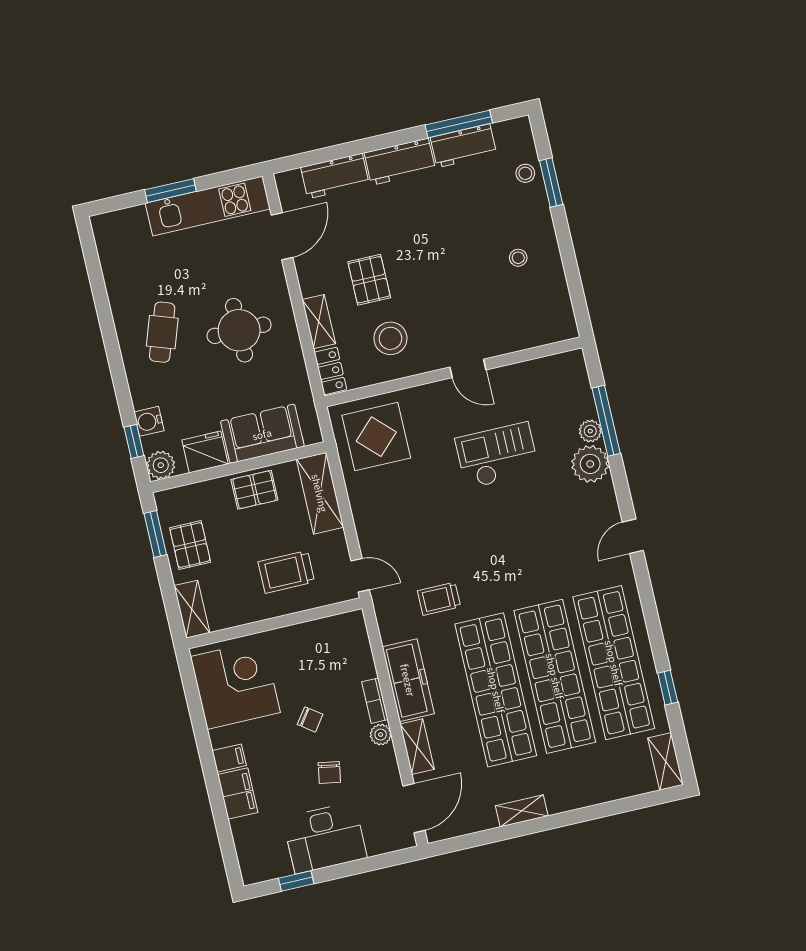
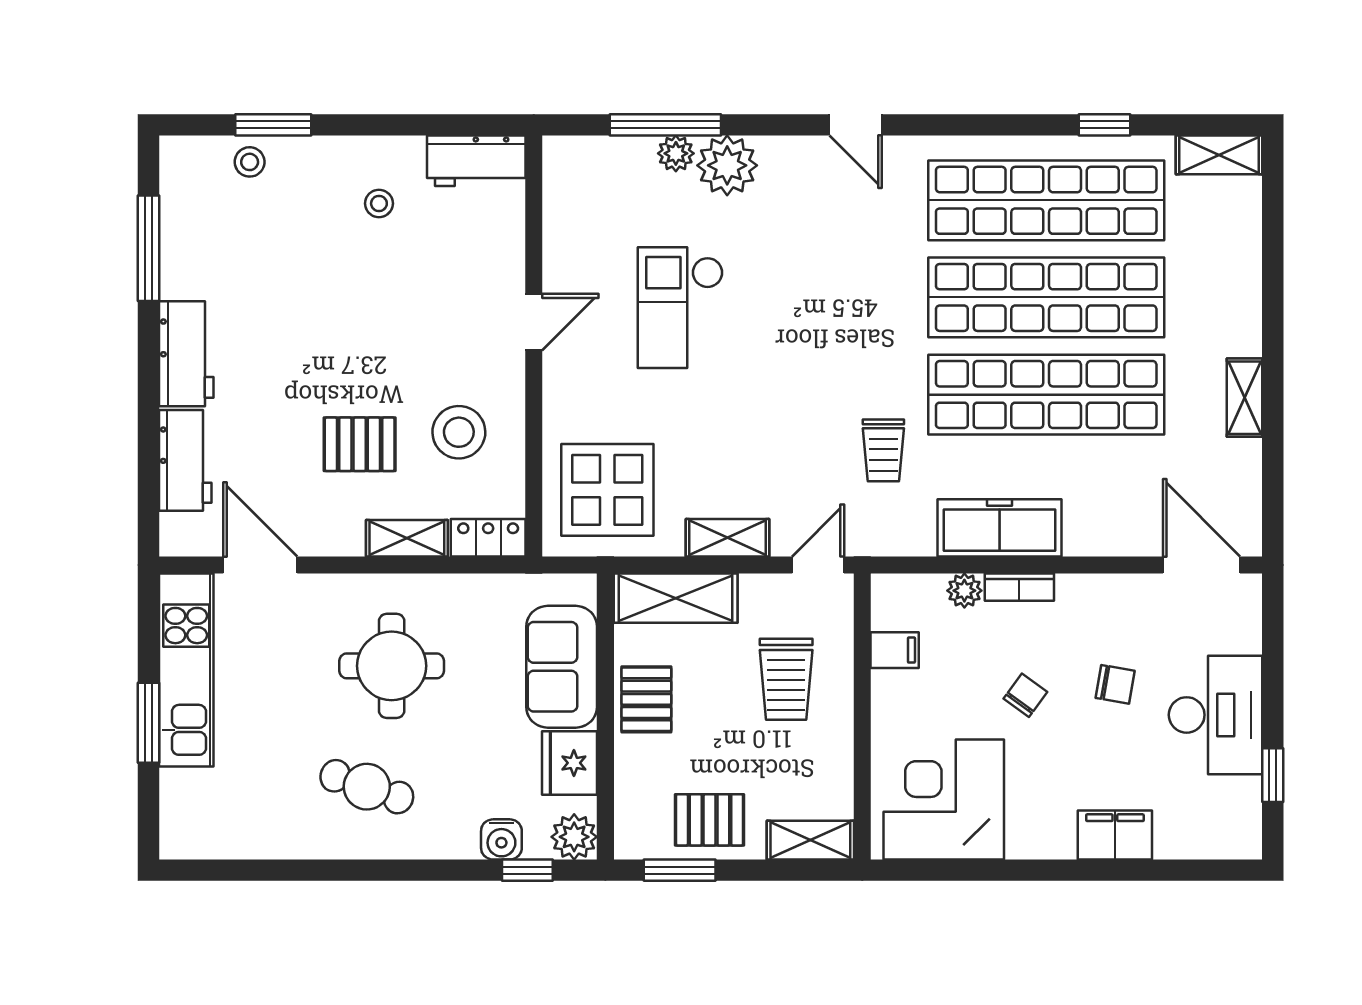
workbench: (464, 146) -> (476, 161), moved, turned 90
plant: (381, 735) -> (964, 591), moved
shelving: (417, 747) -> (727, 538), moved
filing cabinet: (229, 758) -> (895, 650), moved, turned 90

